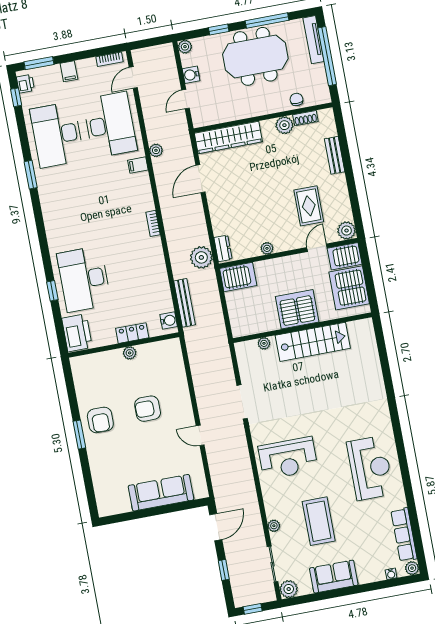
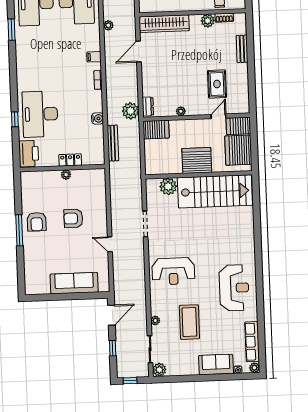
filing cabinet: (138, 165) -> (94, 57), moved
plant: (347, 231) -> (243, 107), removed
water cooler: (169, 321) -> (98, 118), moved
stairs: (313, 342) -> (215, 191), width x1.36, depth x1.51
plant: (264, 343) -> (168, 186), width x1.87, depth x1.87
window: (79, 435) -> (19, 230), width x1.44
sofa: (334, 577) -> (216, 365), moved

